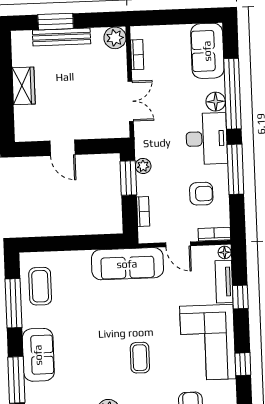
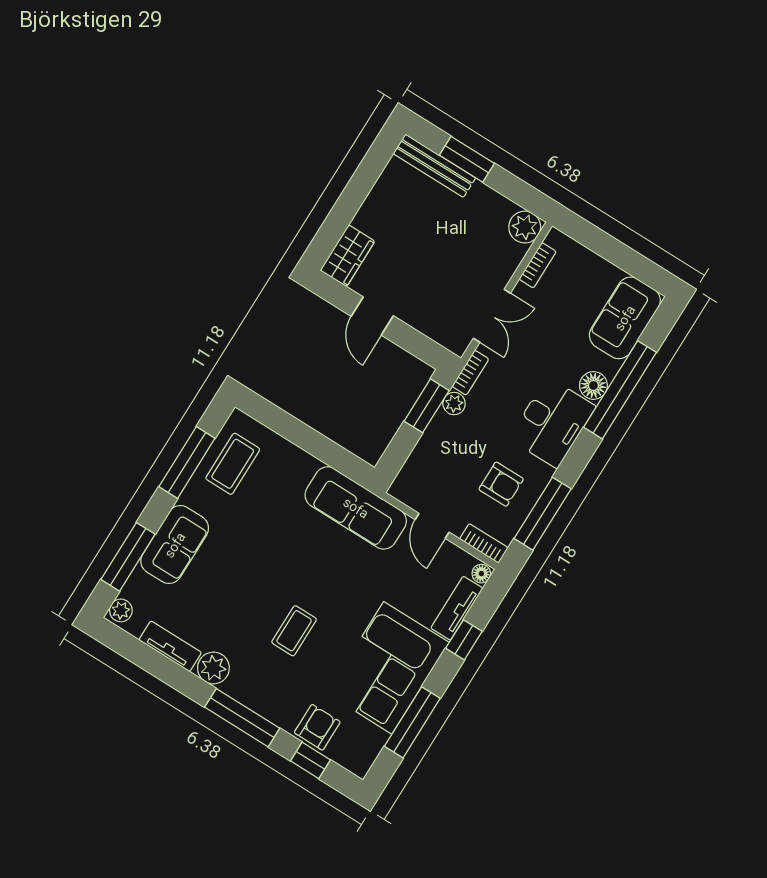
bench: (62, 37) -> (434, 166), moved
wardrobe: (24, 86) -> (347, 256), moved
window: (235, 169) -> (543, 514), moved
bookcase: (143, 211) -> (470, 373), moved
window: (243, 364) -> (412, 722), width x2.17

